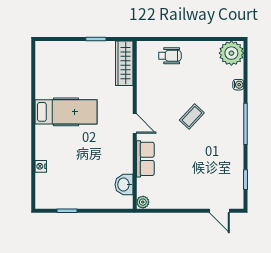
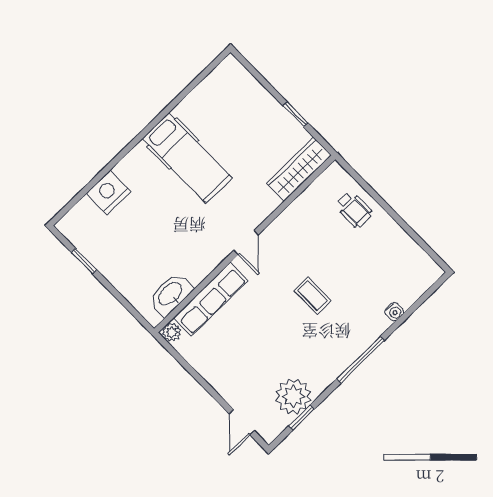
plant: (231, 53) -> (293, 396), moved
coffee table: (192, 117) -> (313, 296), turned 47
row of seats: (145, 159) -> (211, 299), width x1.48
nightstand: (41, 166) -> (109, 192), width x1.89, depth x1.79
washbasin: (124, 185) -> (171, 294), width x1.38

